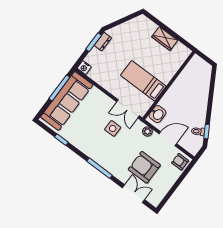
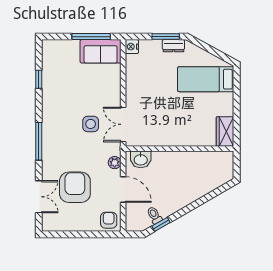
wardrobe: (165, 39) -> (225, 132), moved
bed: (143, 81) -> (206, 79), moved, turned -90
sofa: (67, 101) -> (101, 51), width x0.54, depth x0.79

